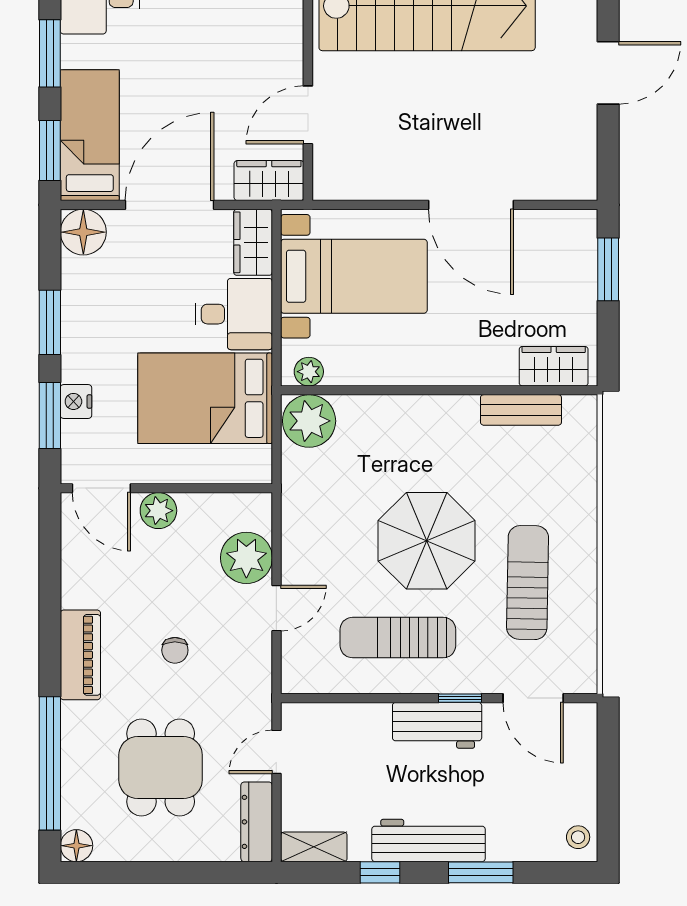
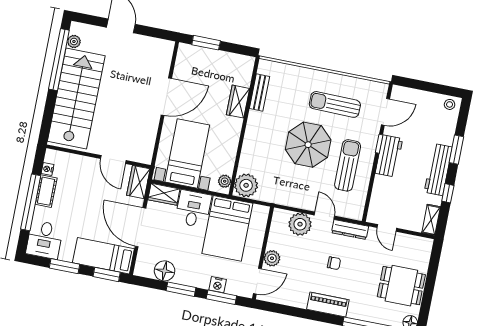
floor lamp: (83, 232) -> (165, 271), moved
wardrobe: (554, 366) -> (238, 102), moved
sun lounger: (398, 638) -> (348, 165), turned 180
dining table: (161, 768) -> (401, 286), moved
dresser: (257, 822) -> (350, 230), moved

